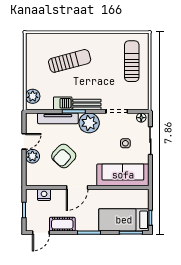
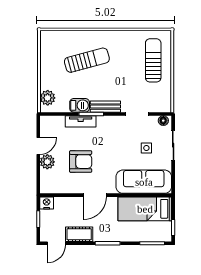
tv unit: (58, 118) -> (81, 121), width x0.71
plant: (89, 123) -> (108, 126), removed
armchair: (64, 156) -> (81, 162), turned -133
nightstand: (44, 195) -> (47, 203), moved
bed: (124, 220) -> (145, 209), moved

